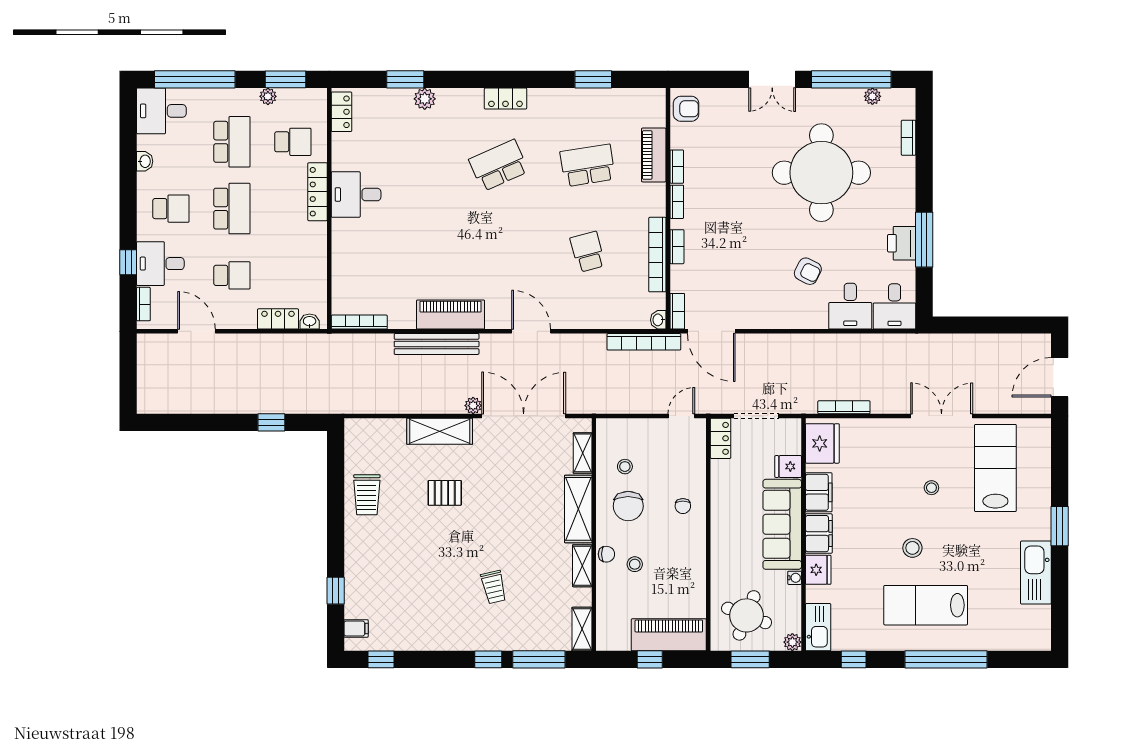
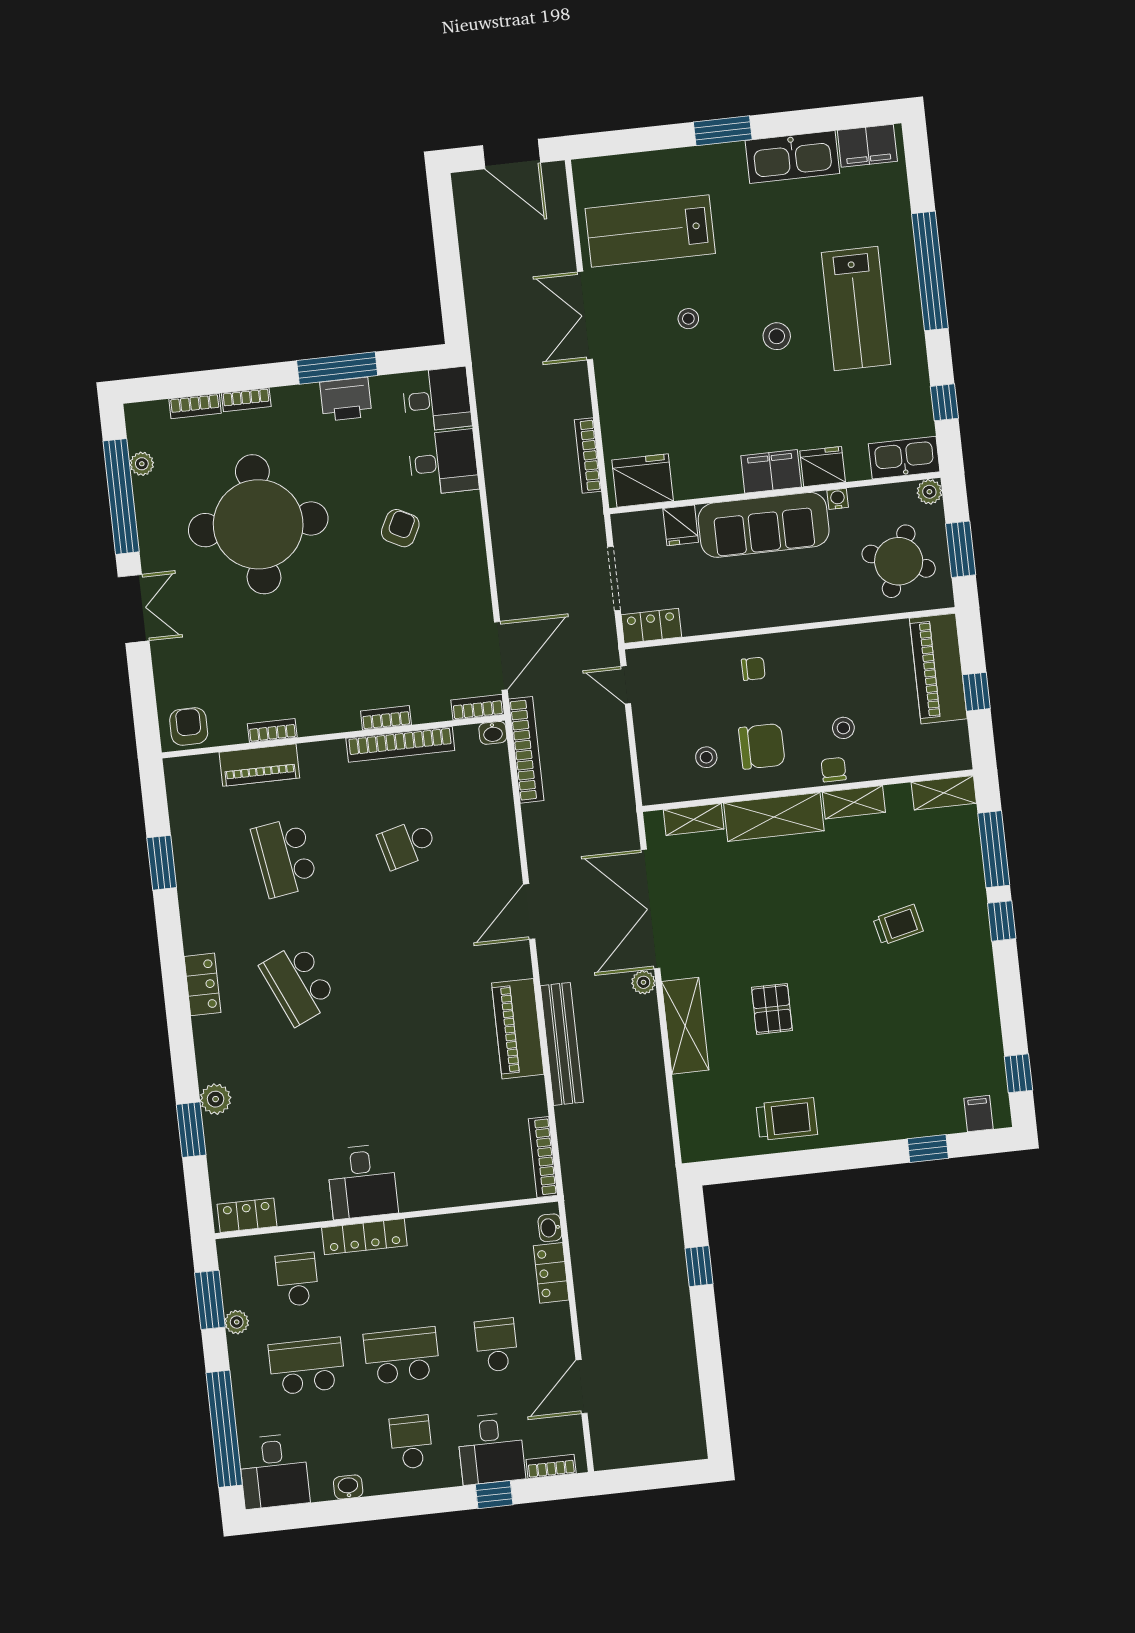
bookcase: (677, 202) -> (246, 400), moved, turned 180
filing cabinet: (819, 492) -> (867, 146), moved, turned 180

